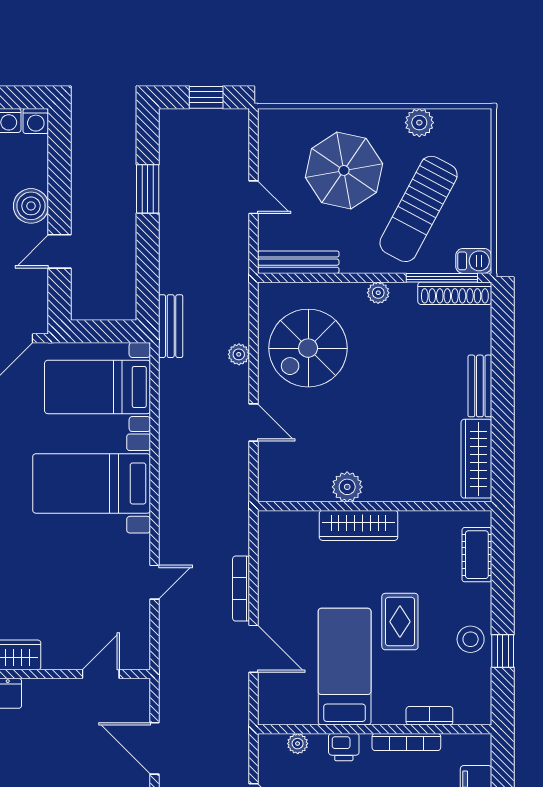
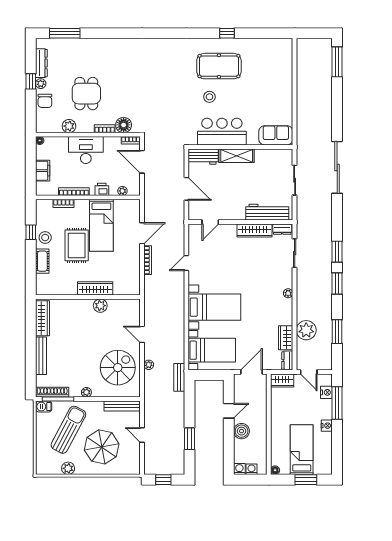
bench: (480, 386) -> (41, 356), width x1.36
cot: (477, 555) -> (42, 261), moved
rug: (400, 622) -> (77, 245), width x1.36, depth x1.43
door: (254, 649) -> (142, 233), swing flipped

